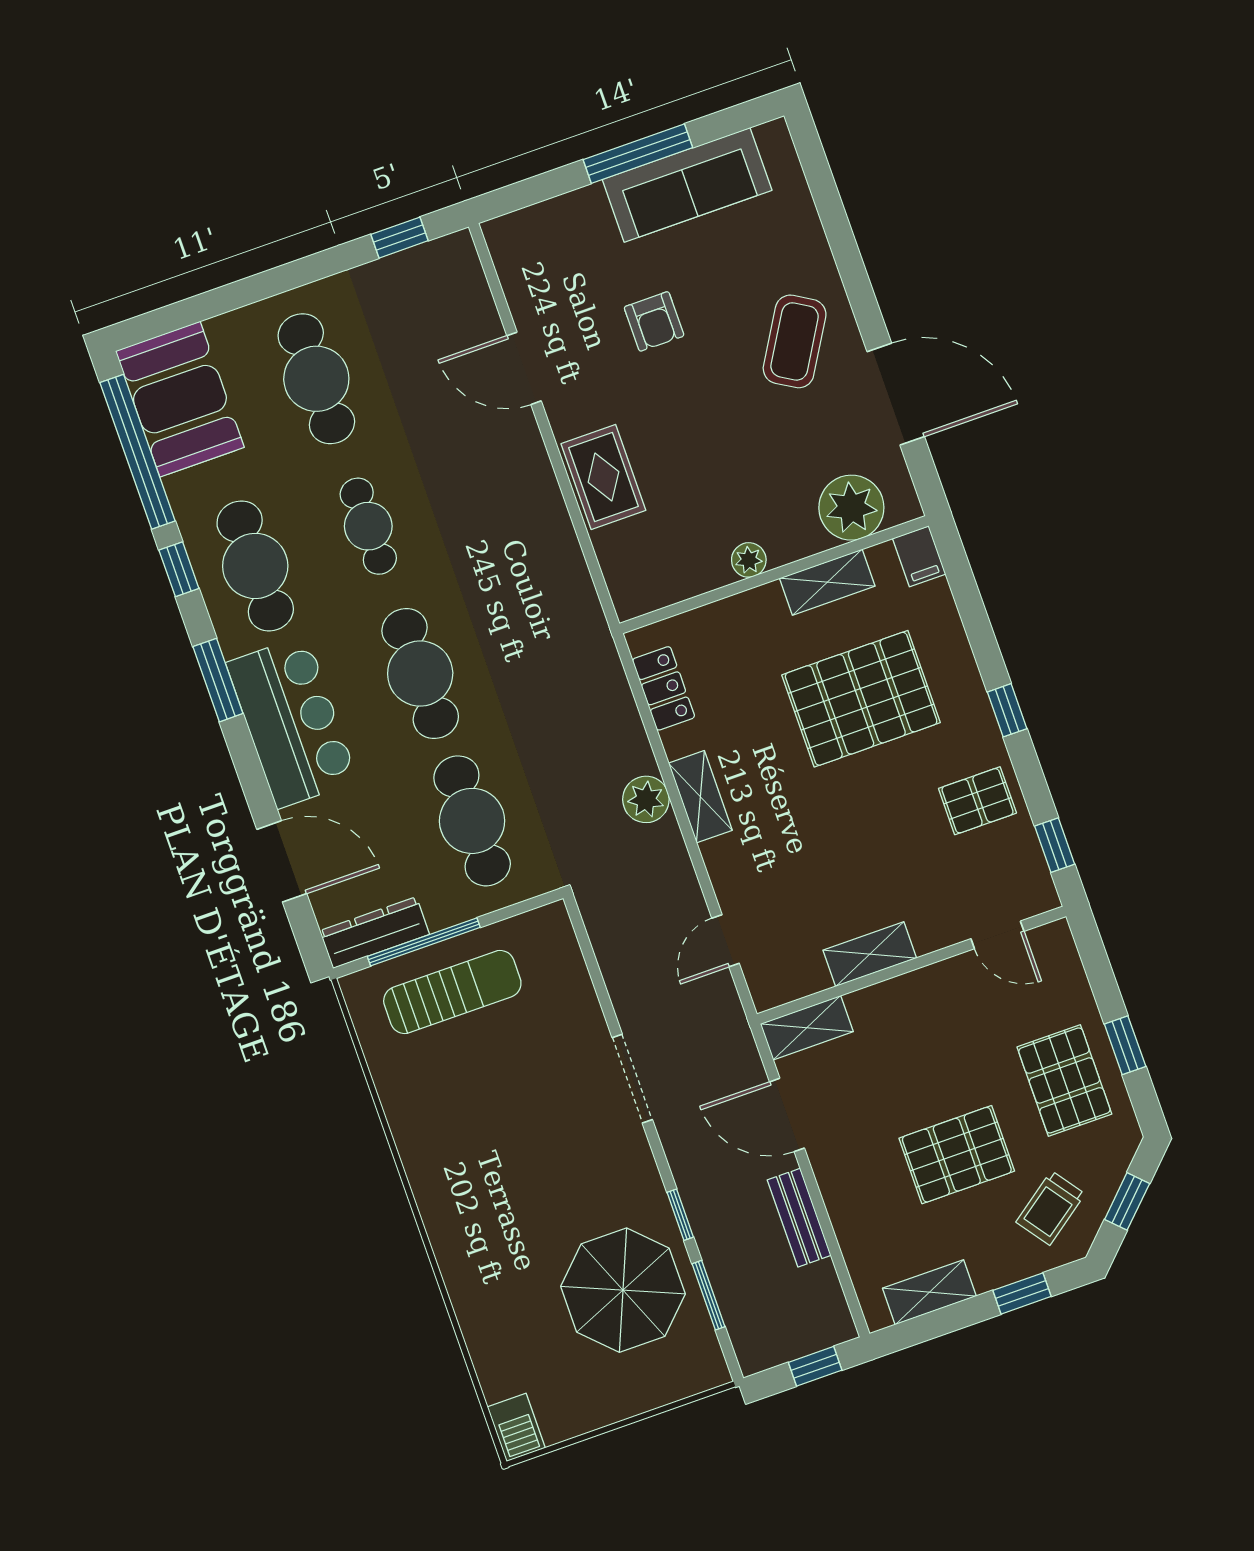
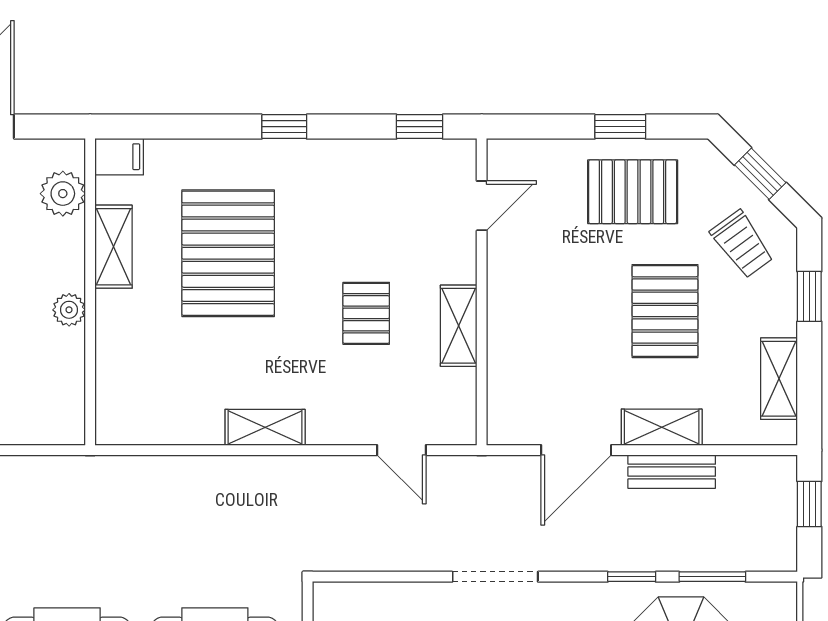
plant: (851, 508) -> (63, 194), width x0.73, depth x0.73
locker: (664, 688) -> (157, 426), removed
plant: (646, 799) -> (250, 477), removed
pallet: (977, 801) -> (366, 313), moved
shelving: (807, 1028) -> (662, 427), moved, turned 90

